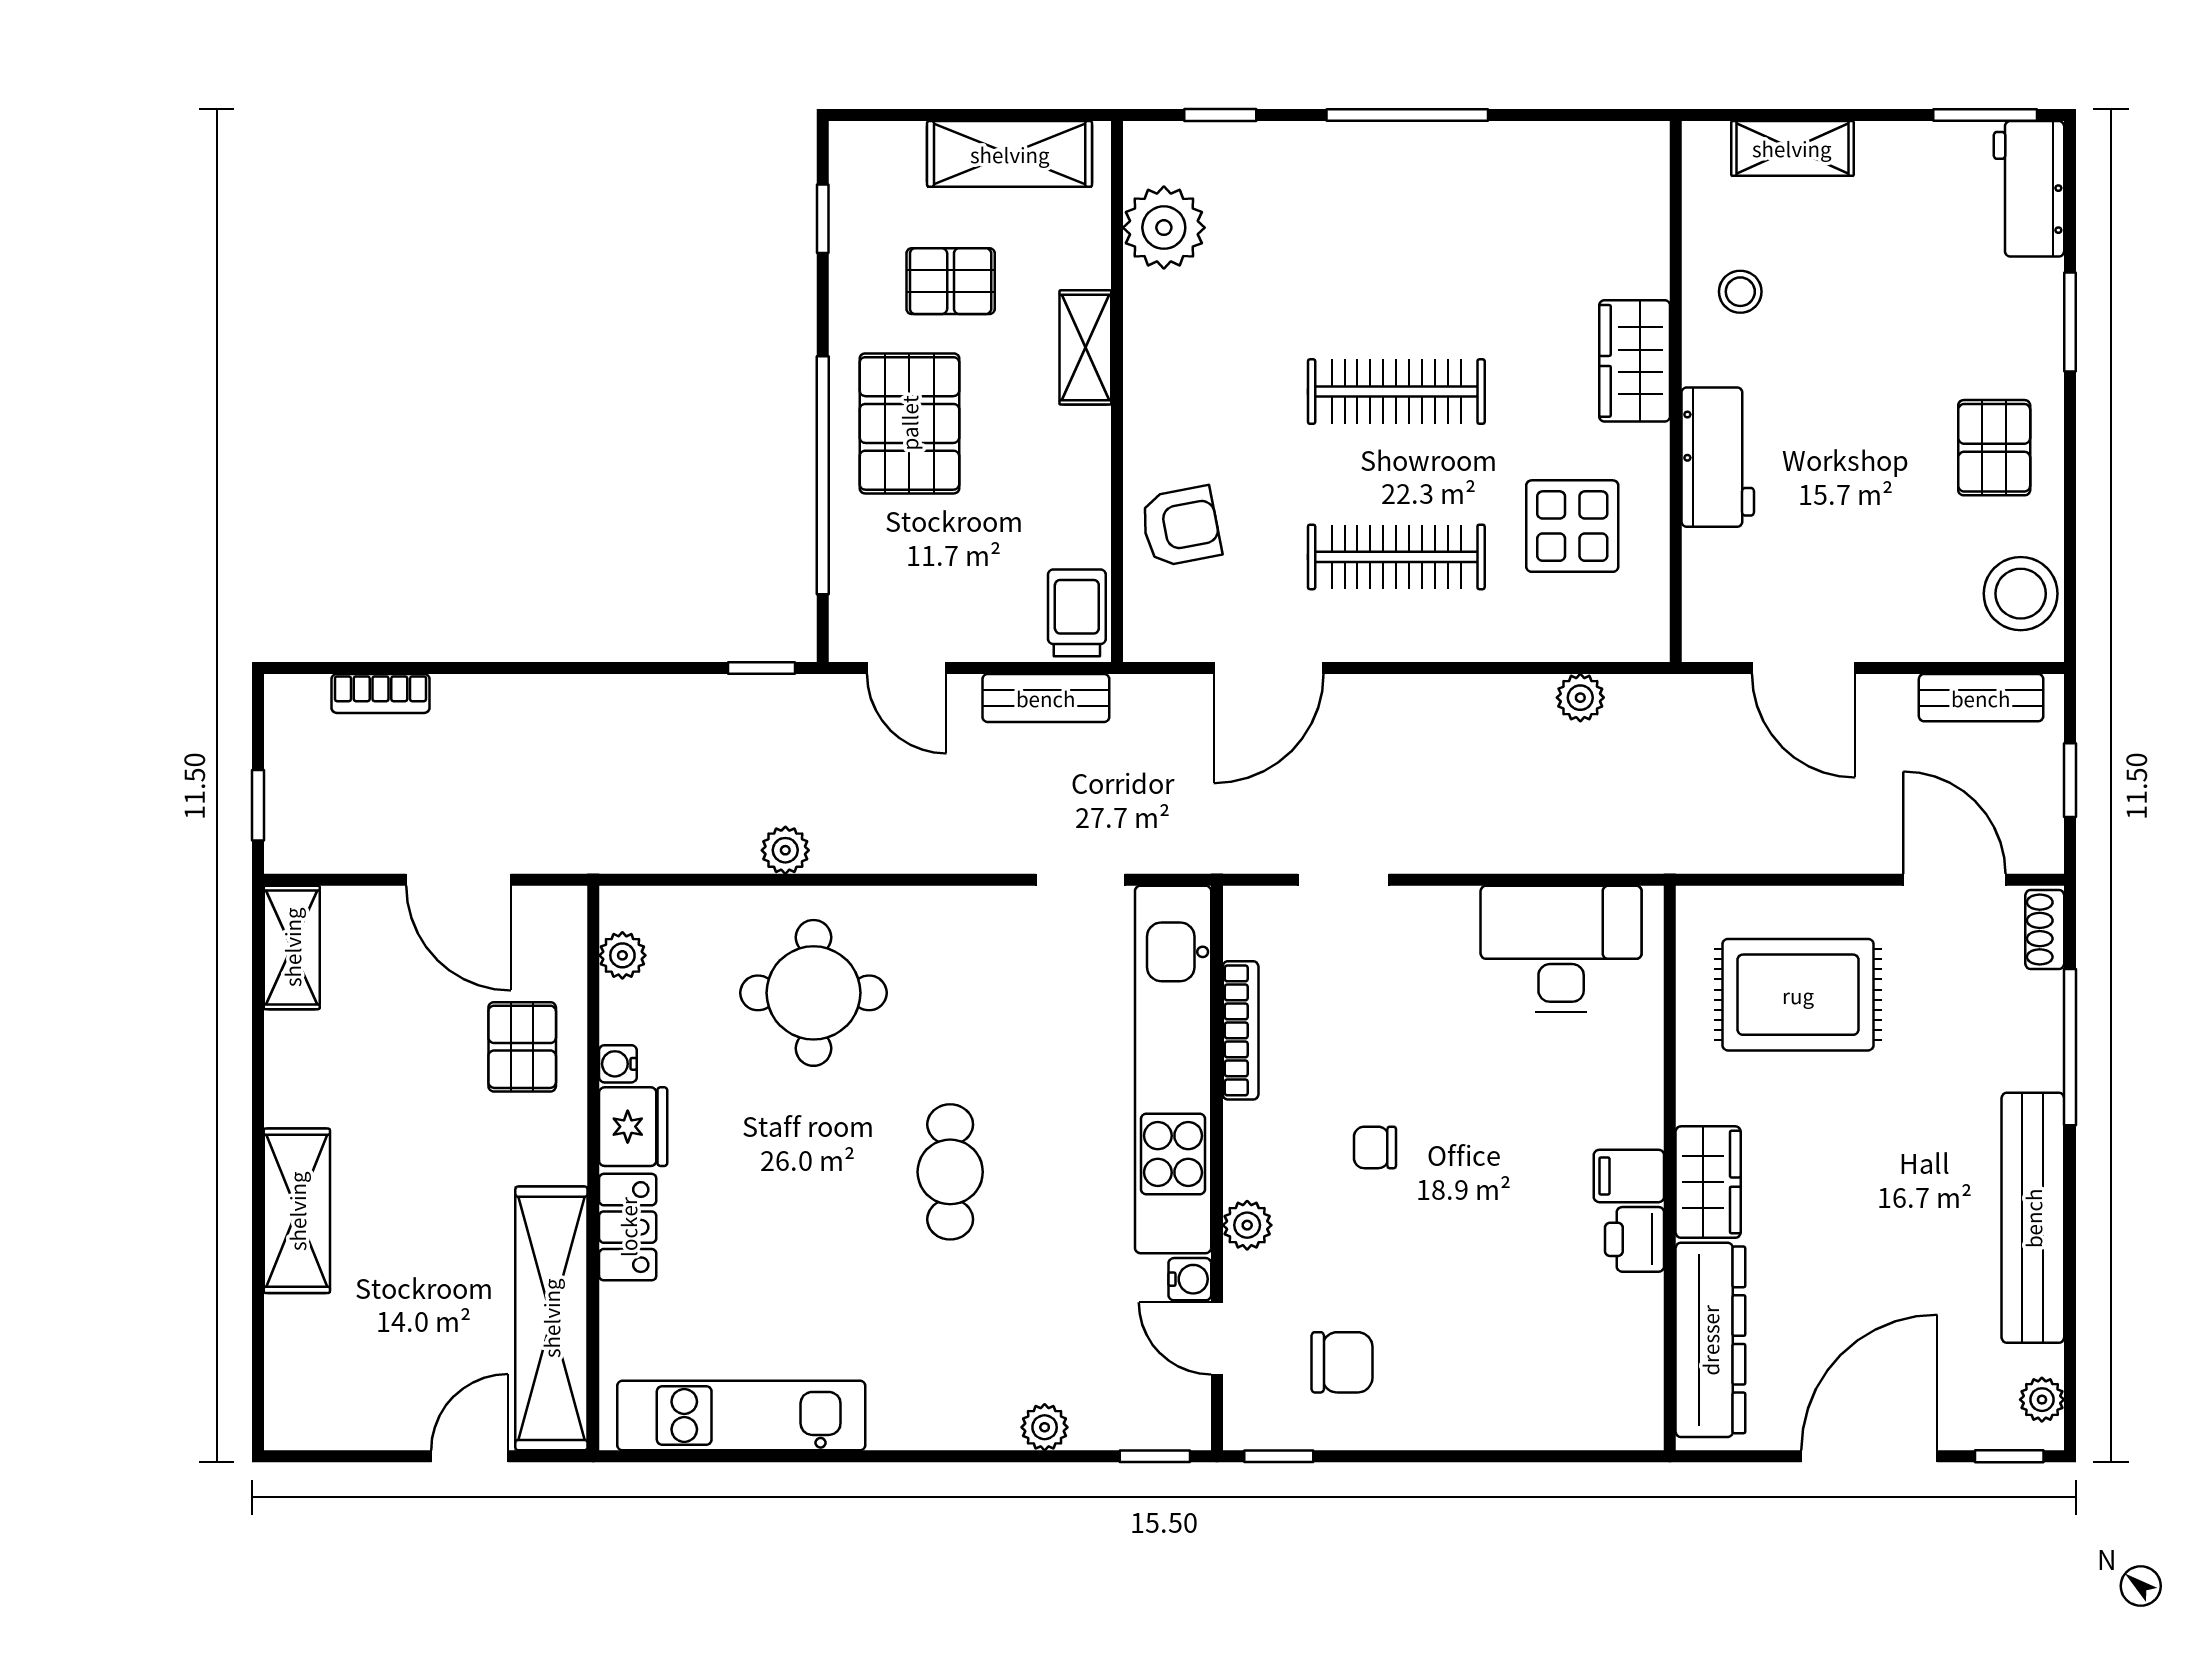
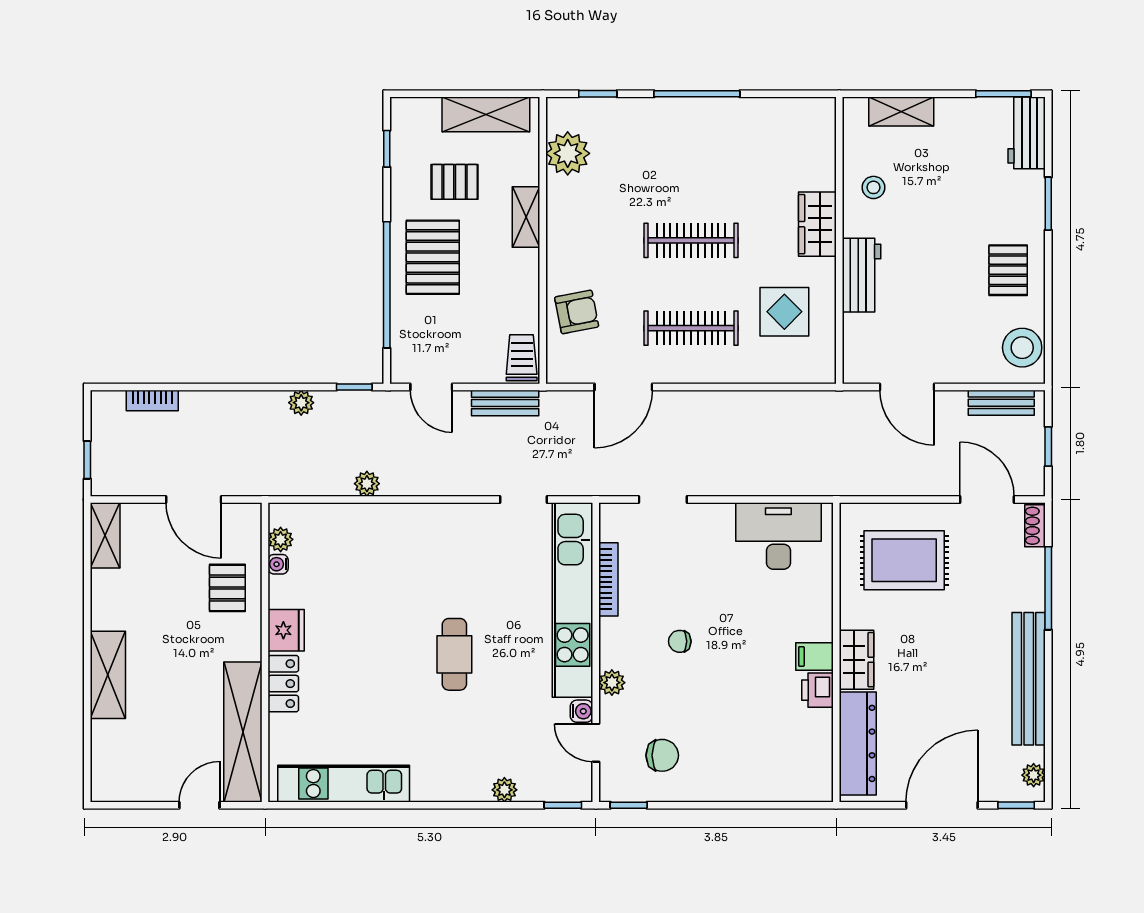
plant: (1580, 698) -> (301, 403), moved
round table: (813, 993) -> (382, 559), removed
water cooler: (618, 1064) -> (278, 564), moved

